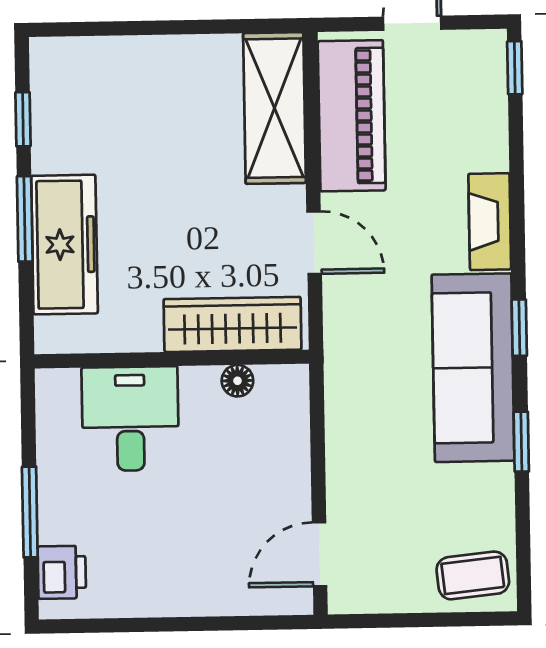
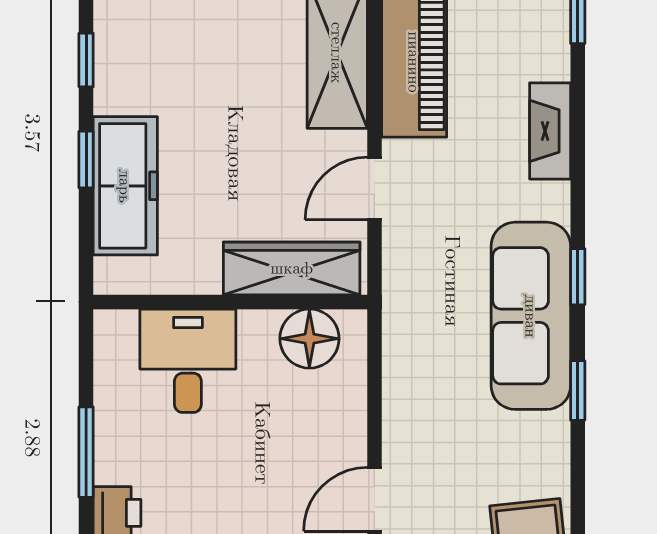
window: (25, 219) -> (86, 160), width x0.67
fireplace: (490, 222) -> (550, 131), moved
door: (314, 243) -> (374, 188), swing flipped
floor lamp: (237, 381) -> (309, 339), width x1.89, depth x1.89

